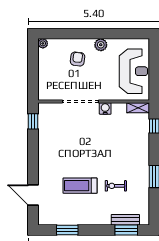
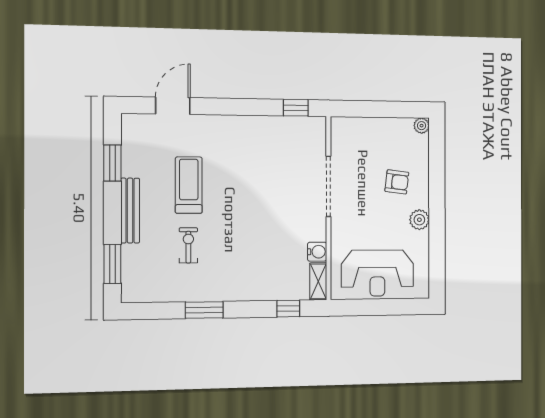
water cooler: (105, 108) -> (317, 252), moved
bench: (125, 220) -> (130, 211), moved, width x1.36

